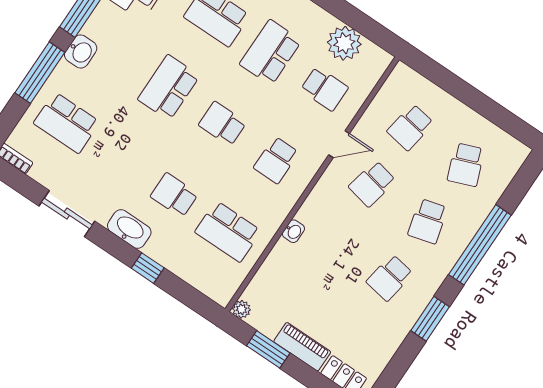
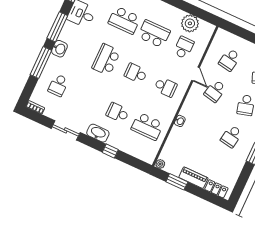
school desk: (271, 52) -> (154, 34), turned 90
school desk: (324, 89) -> (184, 48), turned -90
school desk: (67, 123) -> (58, 85), width x0.54
door: (339, 144) -> (195, 74), hinge flipped
school desk: (276, 160) -> (165, 87), turned -90

